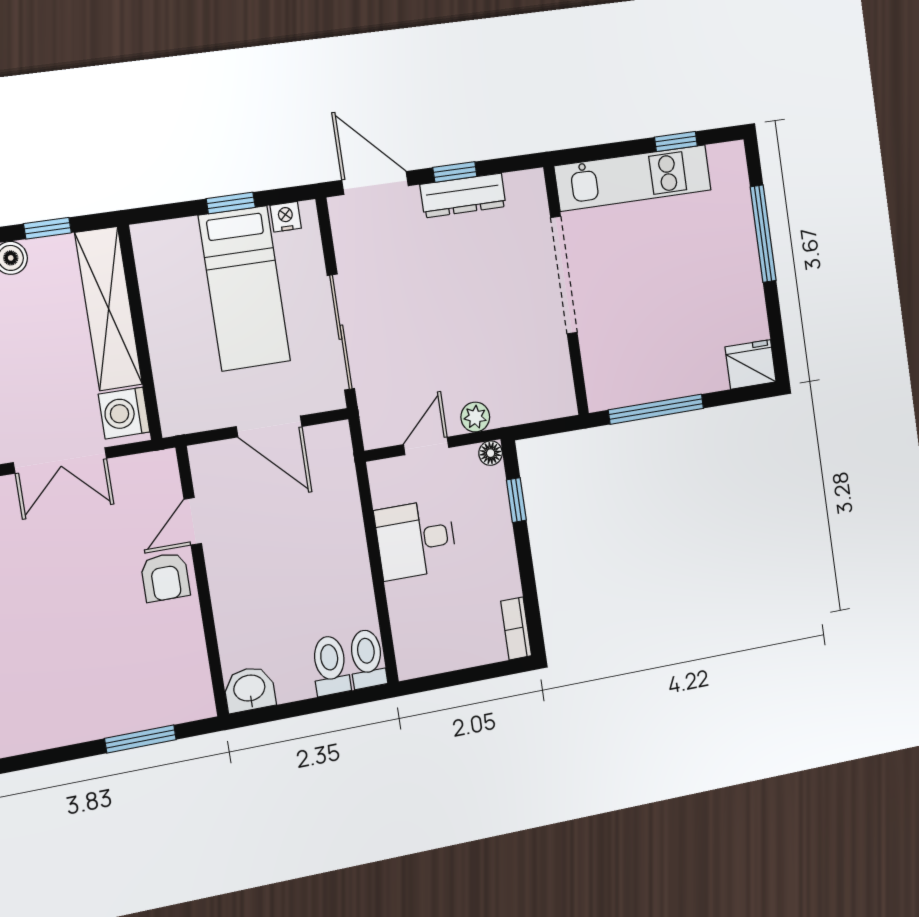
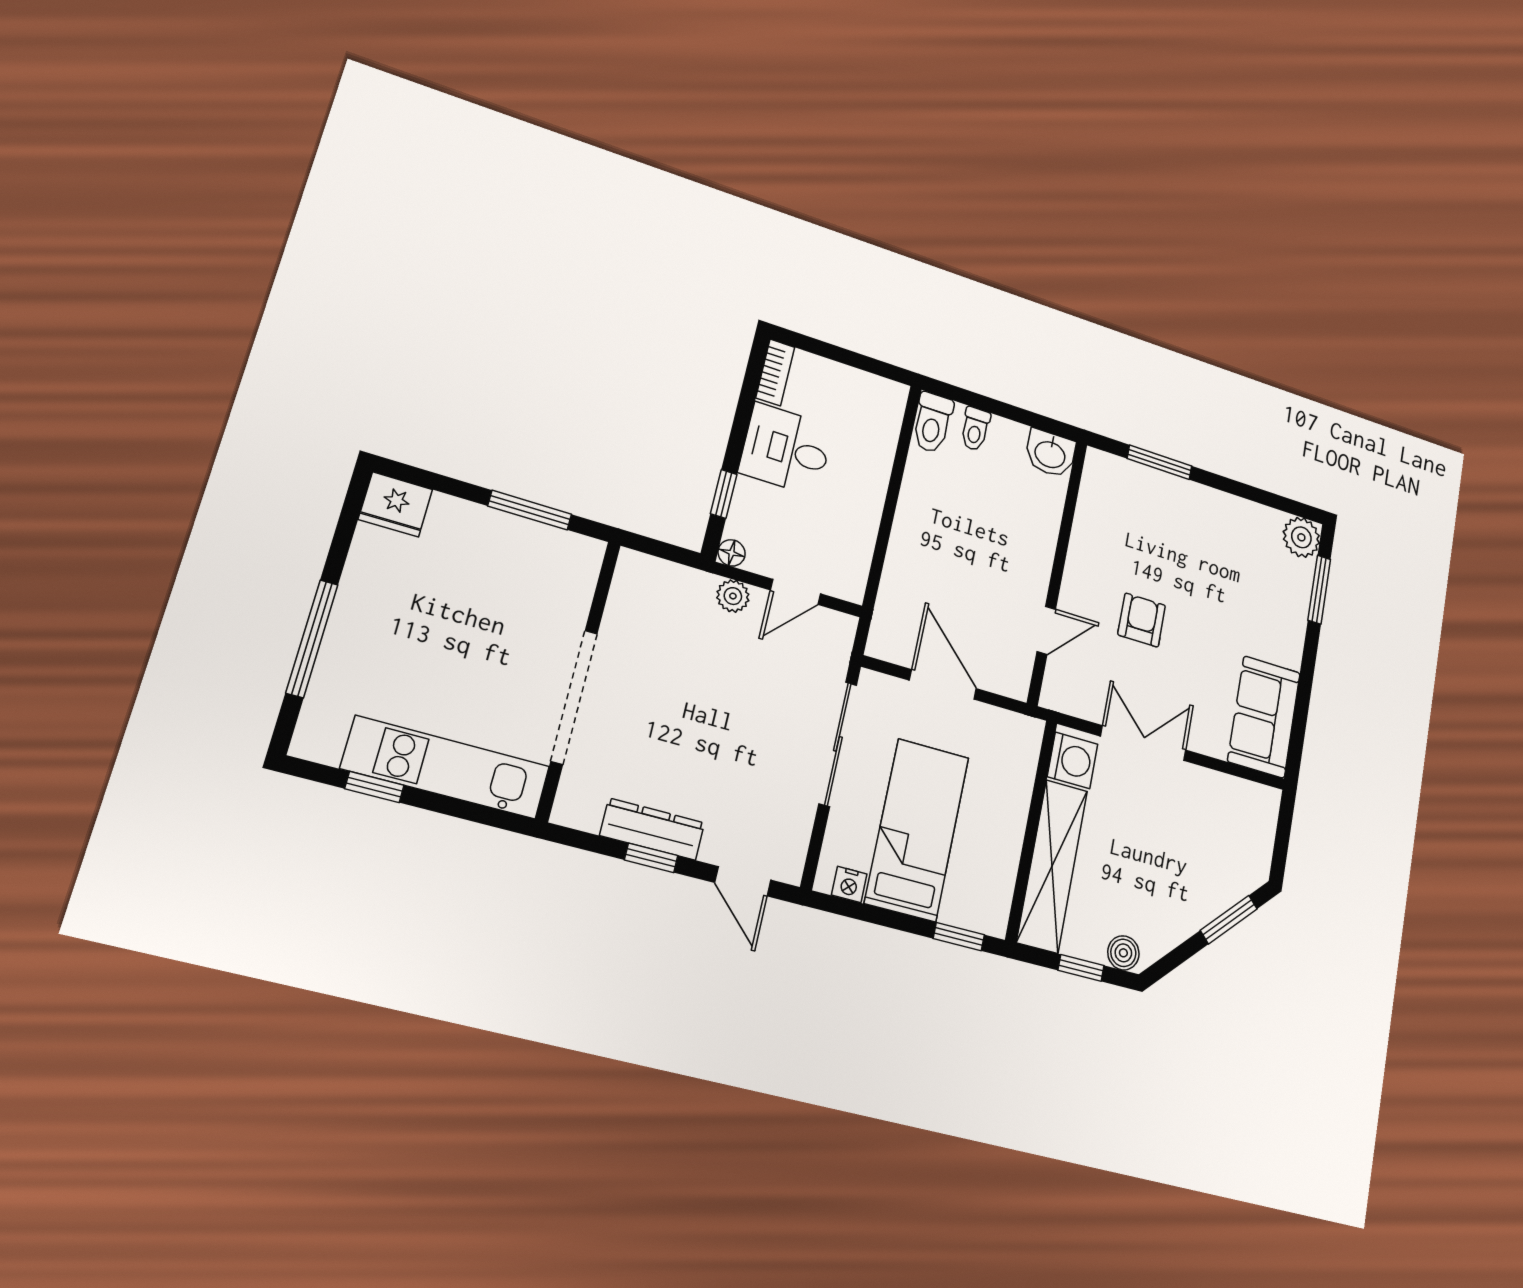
door: (375, 183) -> (743, 881), width x0.73
window: (231, 203) -> (959, 937), moved
window: (656, 409) -> (530, 510), width x0.69
desk: (416, 539) -> (786, 449), moved, turned 180
armchair: (165, 577) -> (1142, 620), moved
toilet: (330, 665) -> (975, 429), width x0.73, depth x0.72

